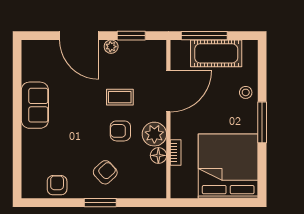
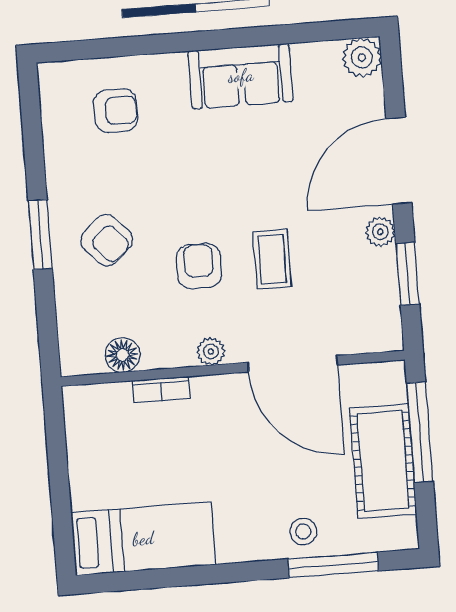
plant: (31, 49) -> (362, 57), added
window: (262, 122) -> (333, 565), moved
plant: (154, 134) -> (211, 352), width x0.53, depth x0.53
floor lamp: (158, 155) -> (123, 355), moved
bed: (228, 166) -> (143, 539), width x0.49
armchair: (57, 185) -> (116, 111), moved

